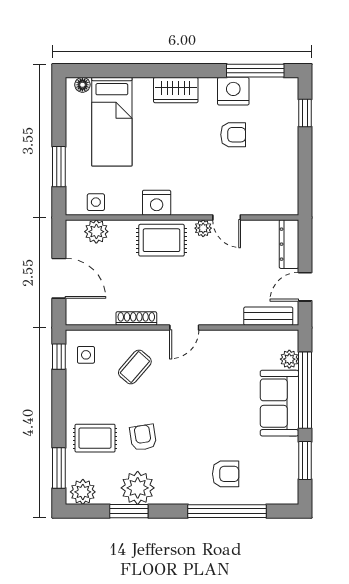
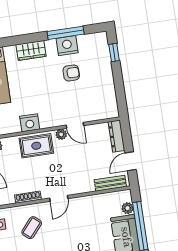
window: (255, 71) -> (66, 33), moved

